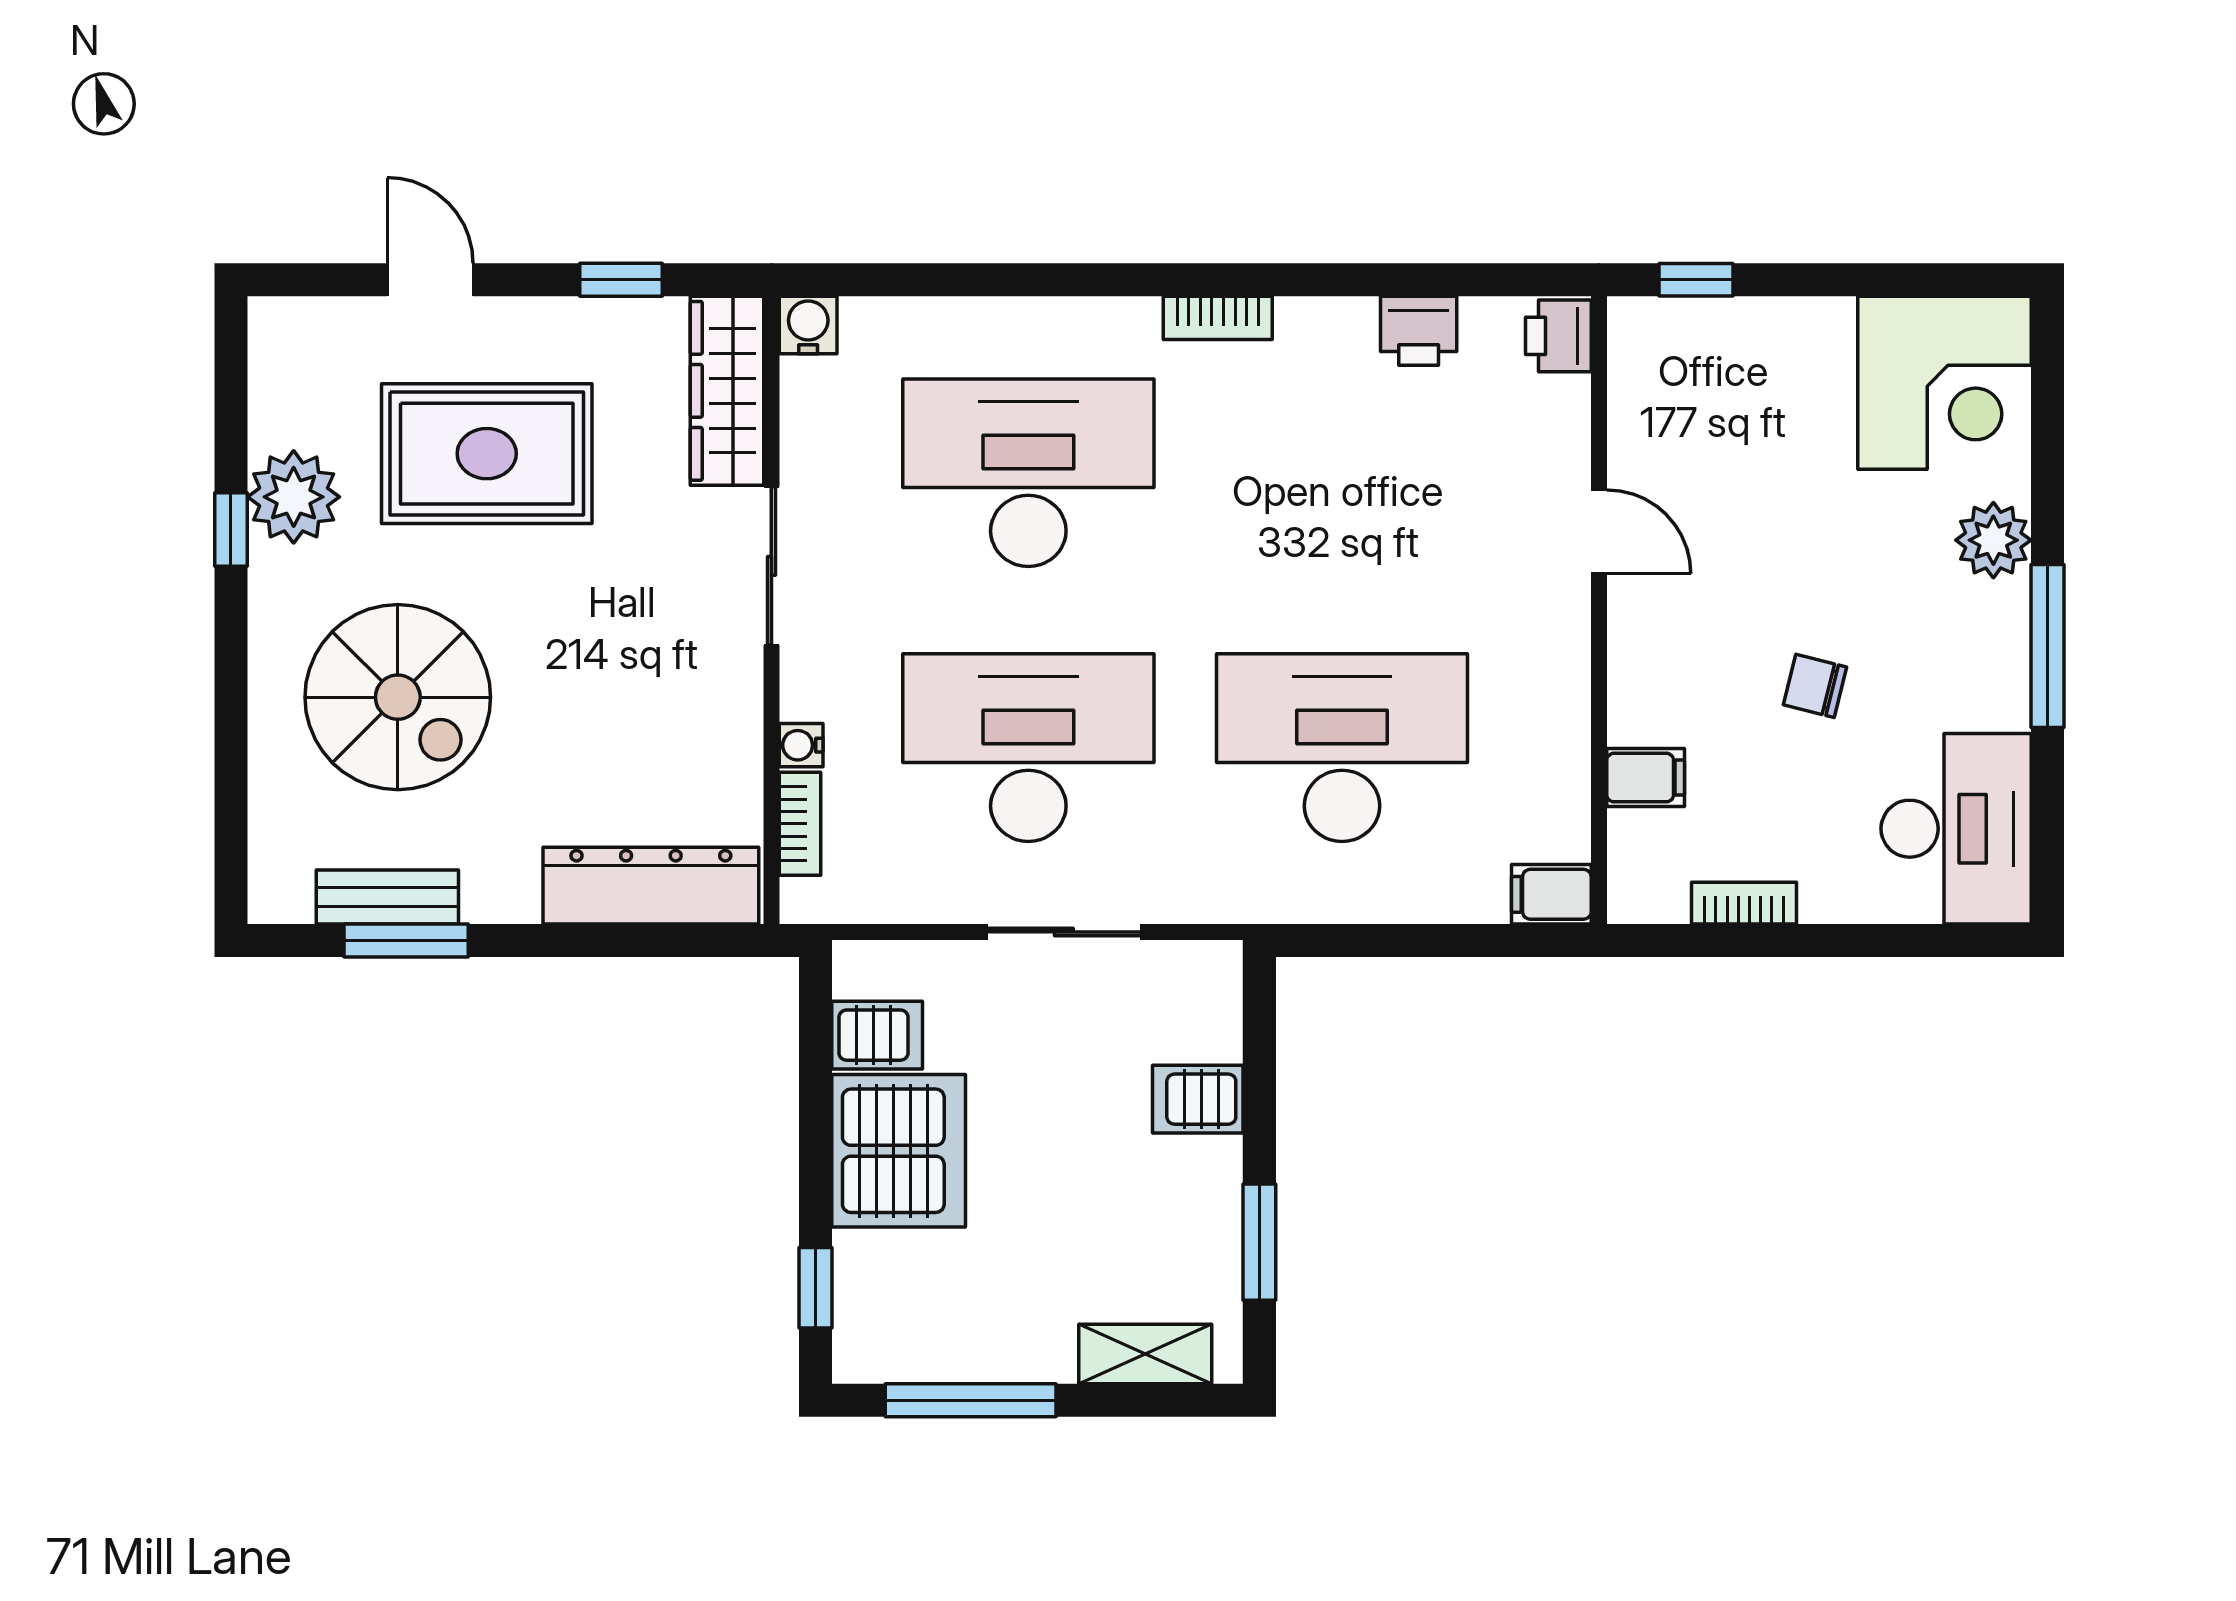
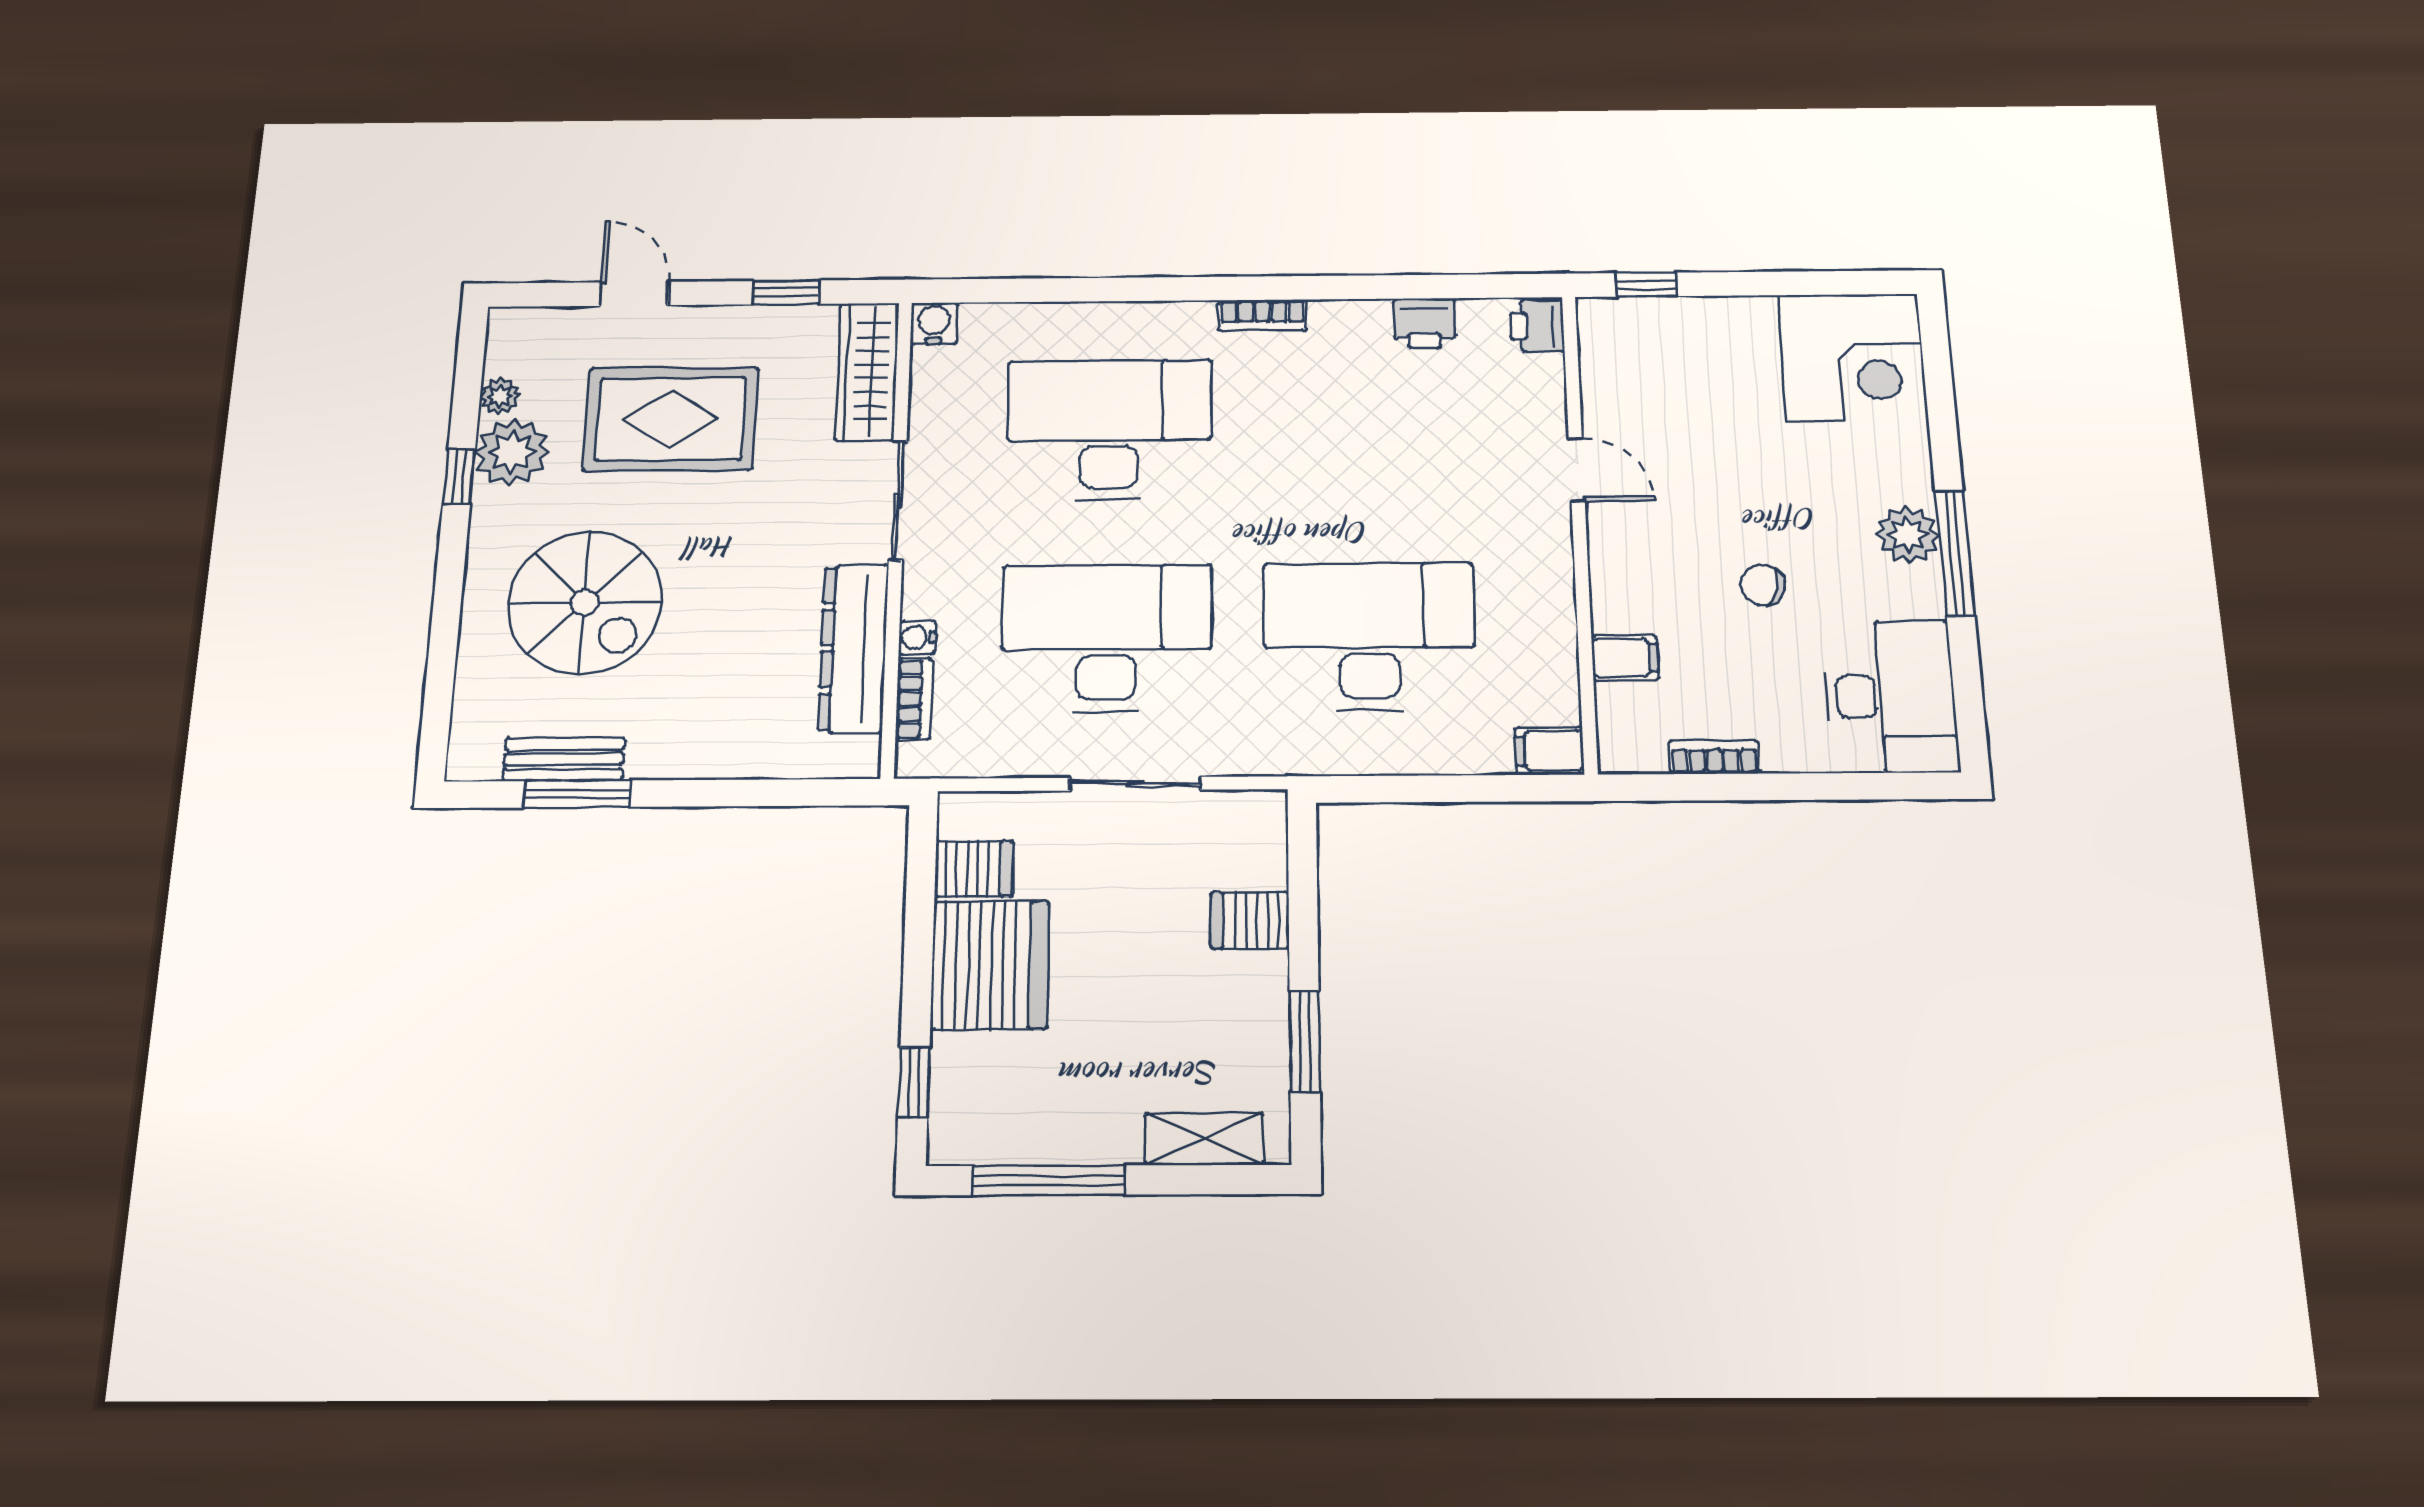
plant: (272, 421) -> (500, 396), added
plant: (1993, 540) -> (1908, 535), moved
dresser: (651, 886) -> (853, 648), moved, turned -90

